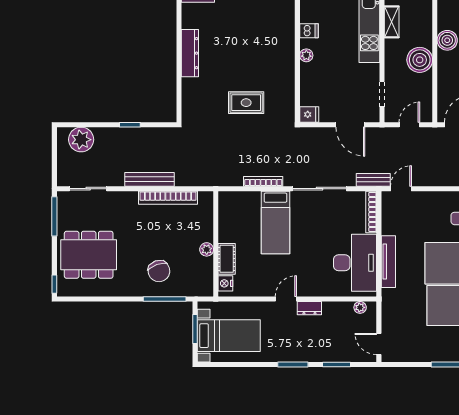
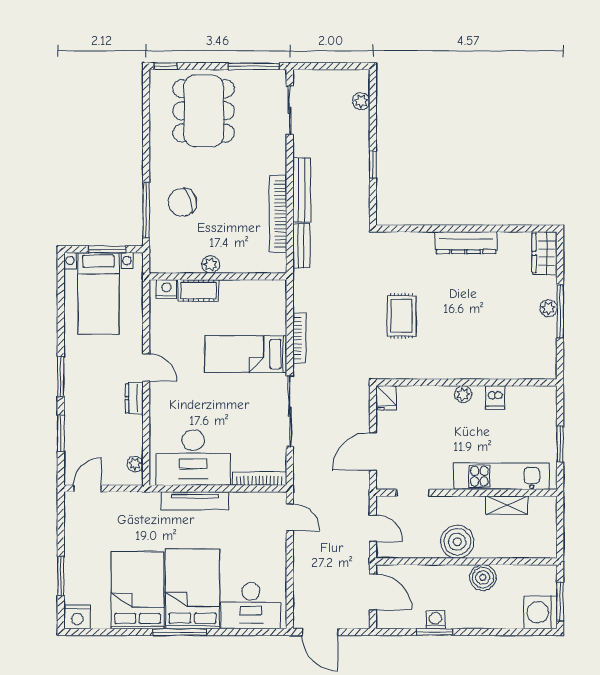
plant: (81, 140) -> (361, 101), width x0.53, depth x0.53
bench: (373, 180) -> (301, 246), moved

